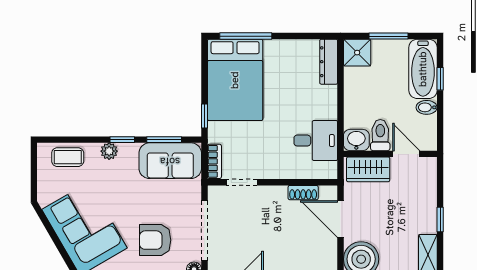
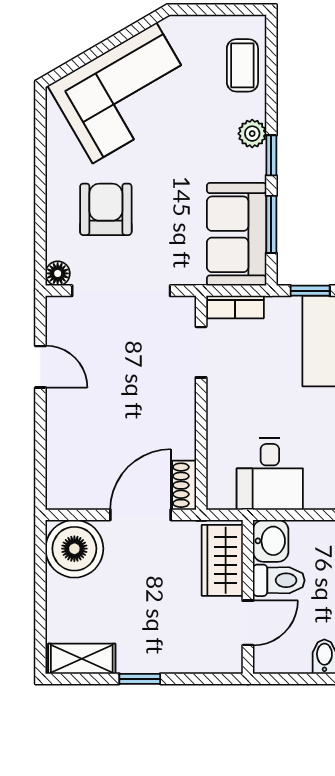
shoe rack: (303, 193) -> (184, 485), moved

